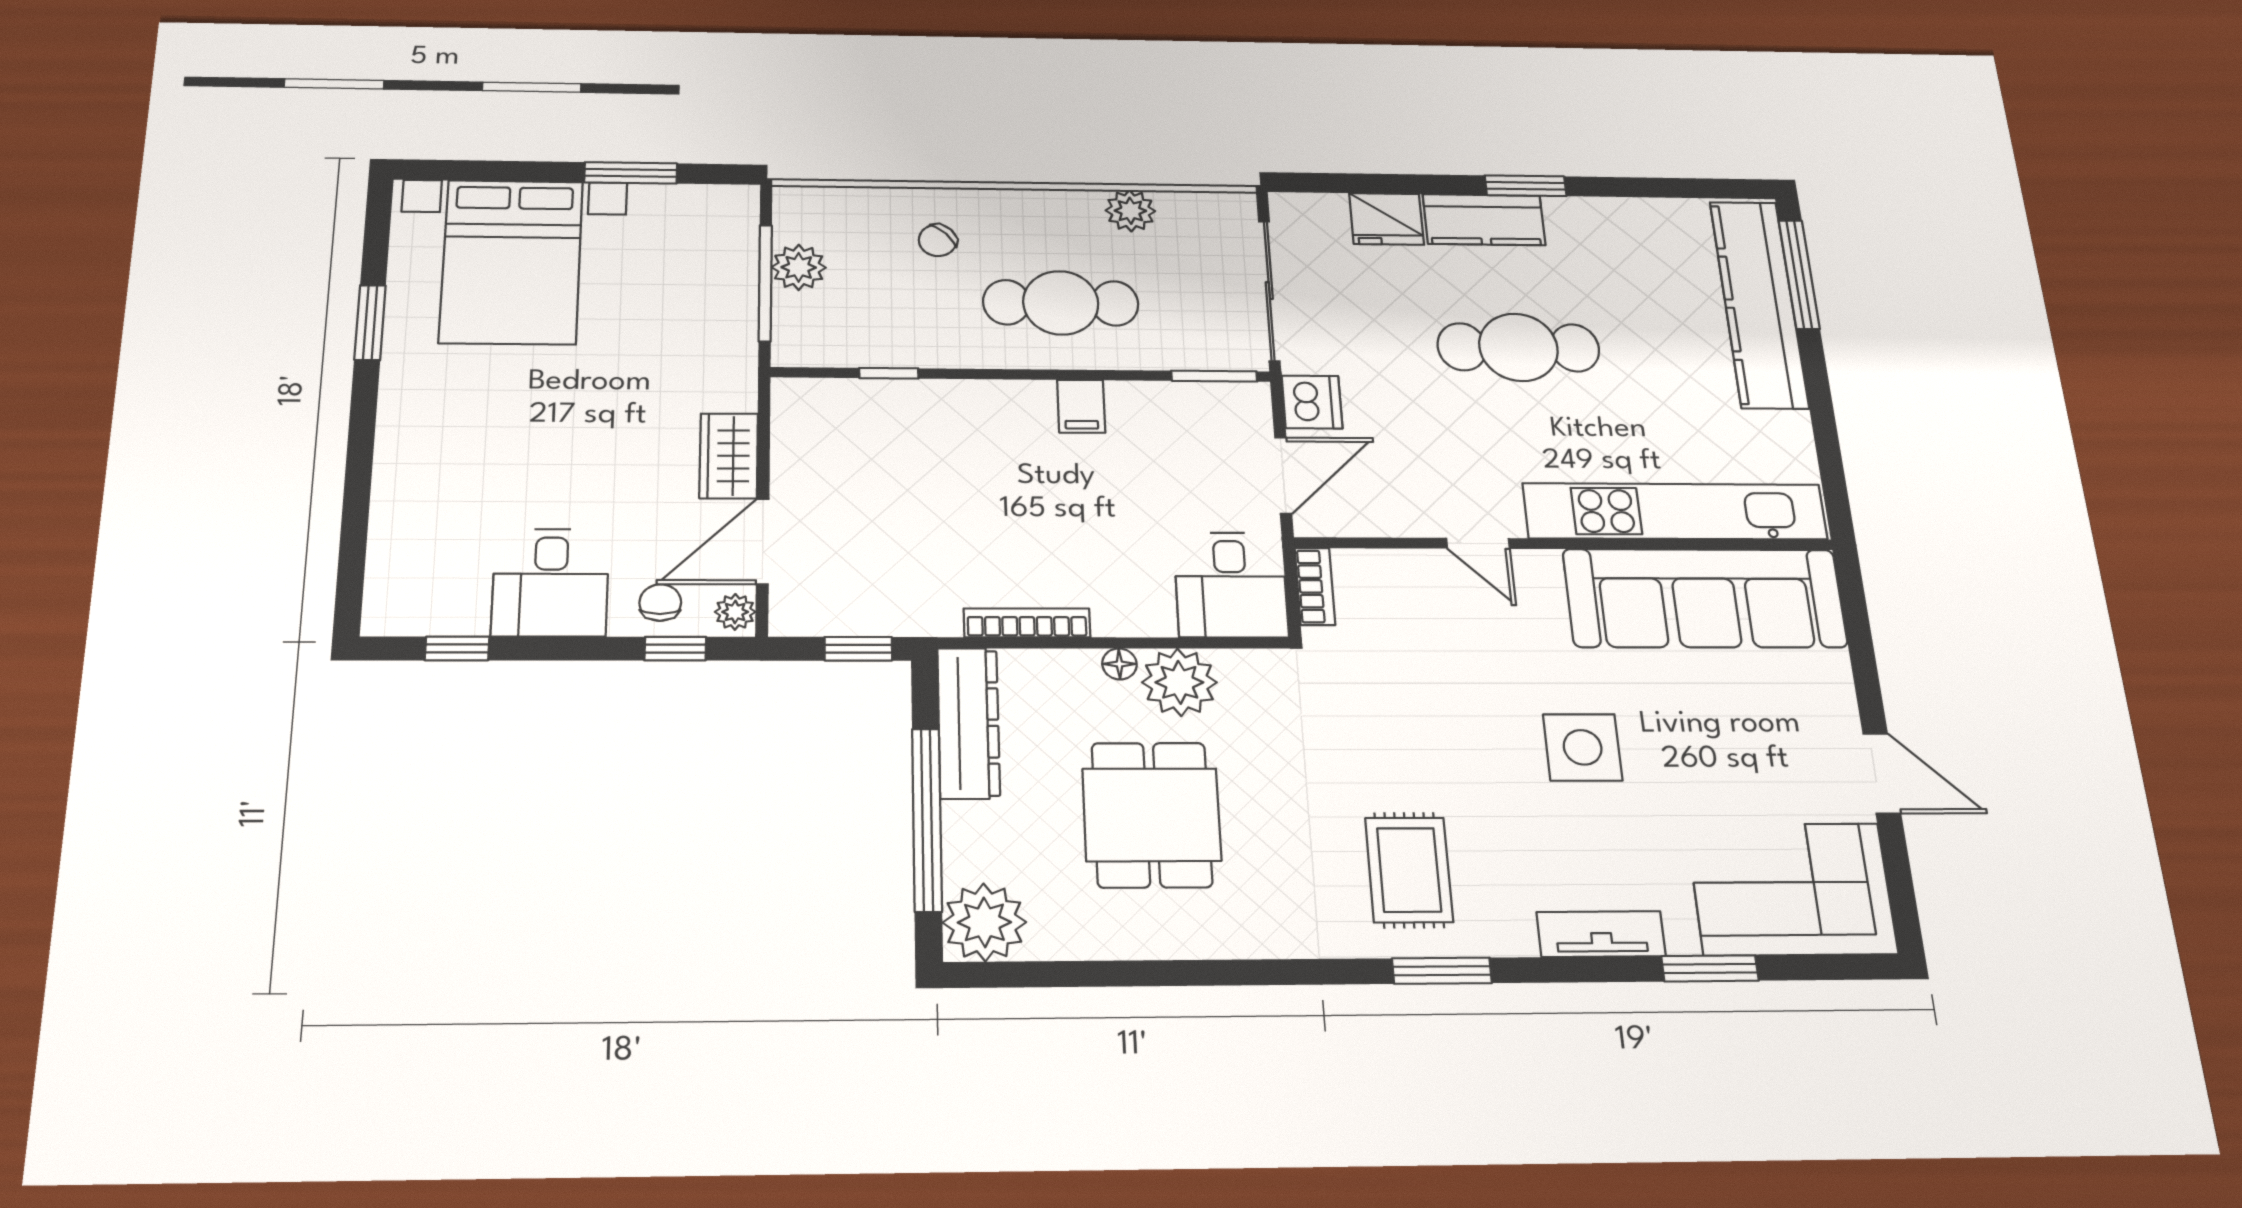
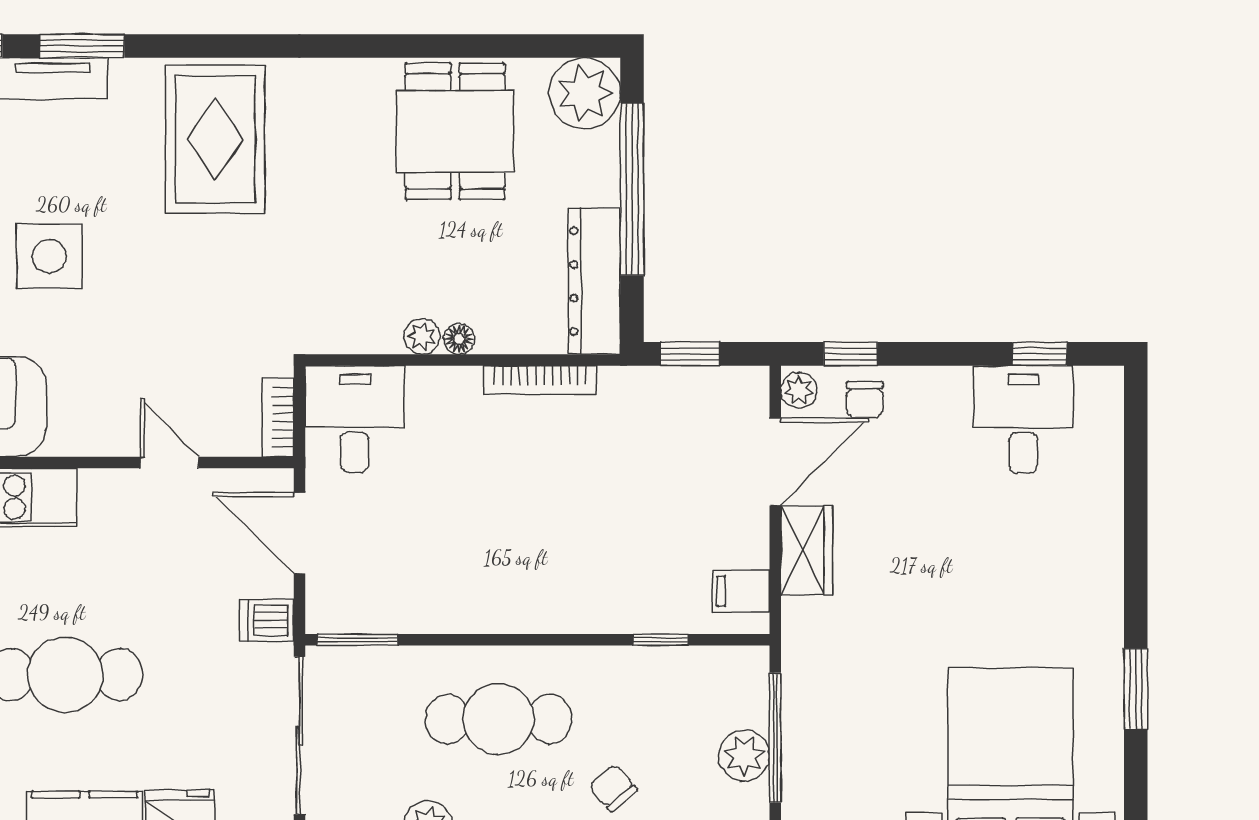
chair: (938, 240) -> (613, 788), turned -86
dishwasher: (1312, 402) -> (267, 620), width x0.73
filing cabinet: (1081, 406) -> (741, 591), moved, turned -90
door: (1283, 475) -> (299, 533), hinge flipped
door: (1478, 543) -> (170, 463), moved
desk: (550, 582) -> (1023, 419), moved
plant: (1179, 682) -> (422, 336), width x0.53, depth x0.53
dining table: (1152, 815) -> (455, 131), moved
rug: (1409, 870) -> (215, 139), width x1.36, depth x1.43
window: (1442, 971) -> (82, 46), moved

